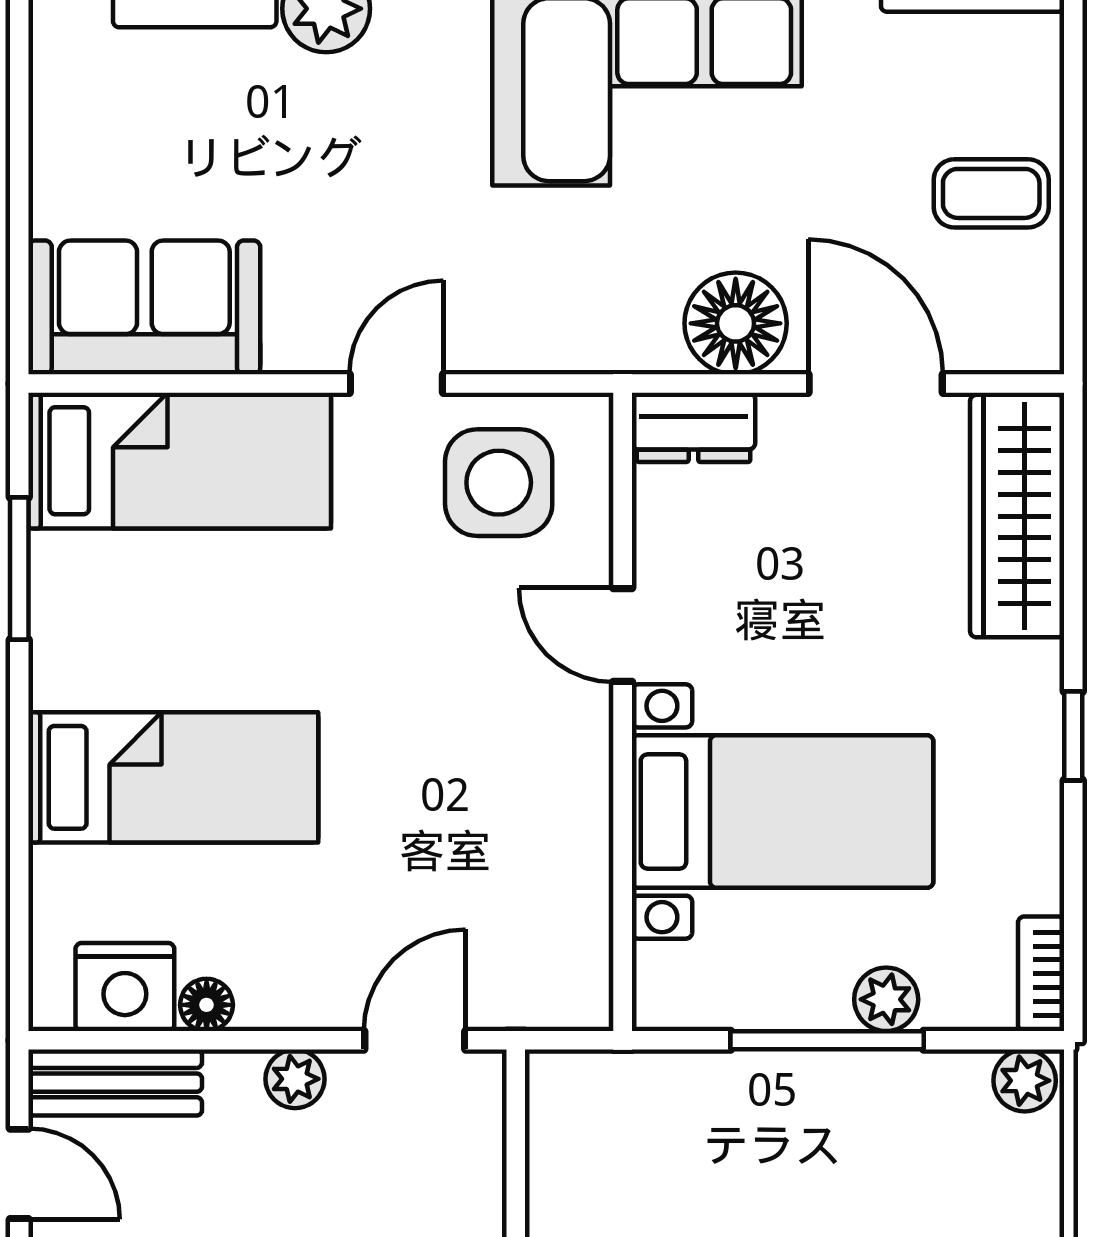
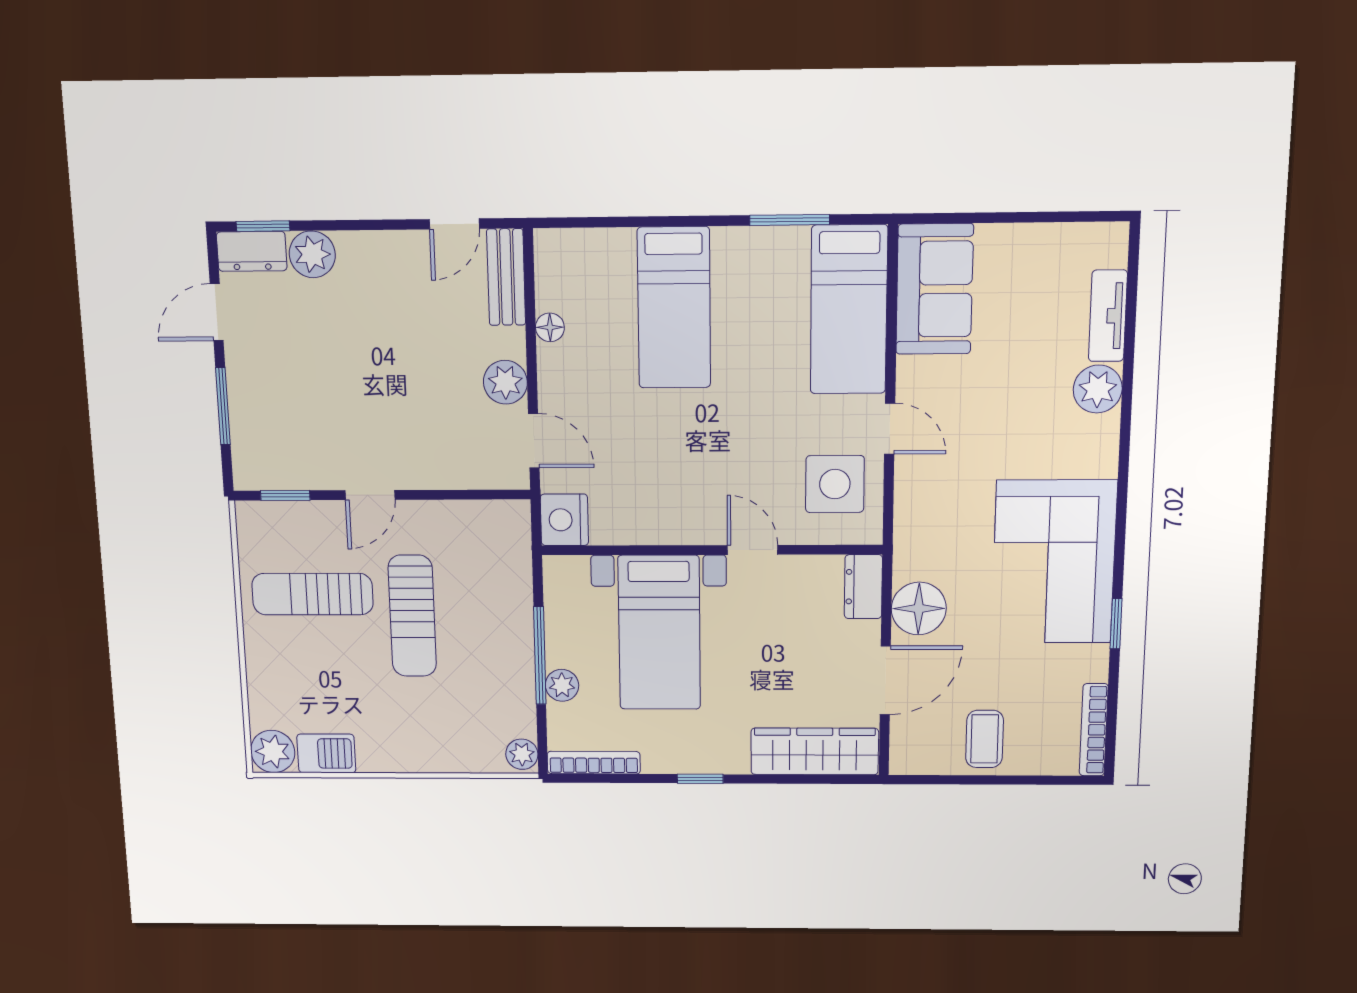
door: (623, 635) -> (752, 550), hinge flipped
bookcase: (1041, 974) -> (594, 763), width x1.56
nightstand: (125, 987) -> (564, 520), moved
plant: (295, 1079) -> (505, 382), width x1.38, depth x1.38

